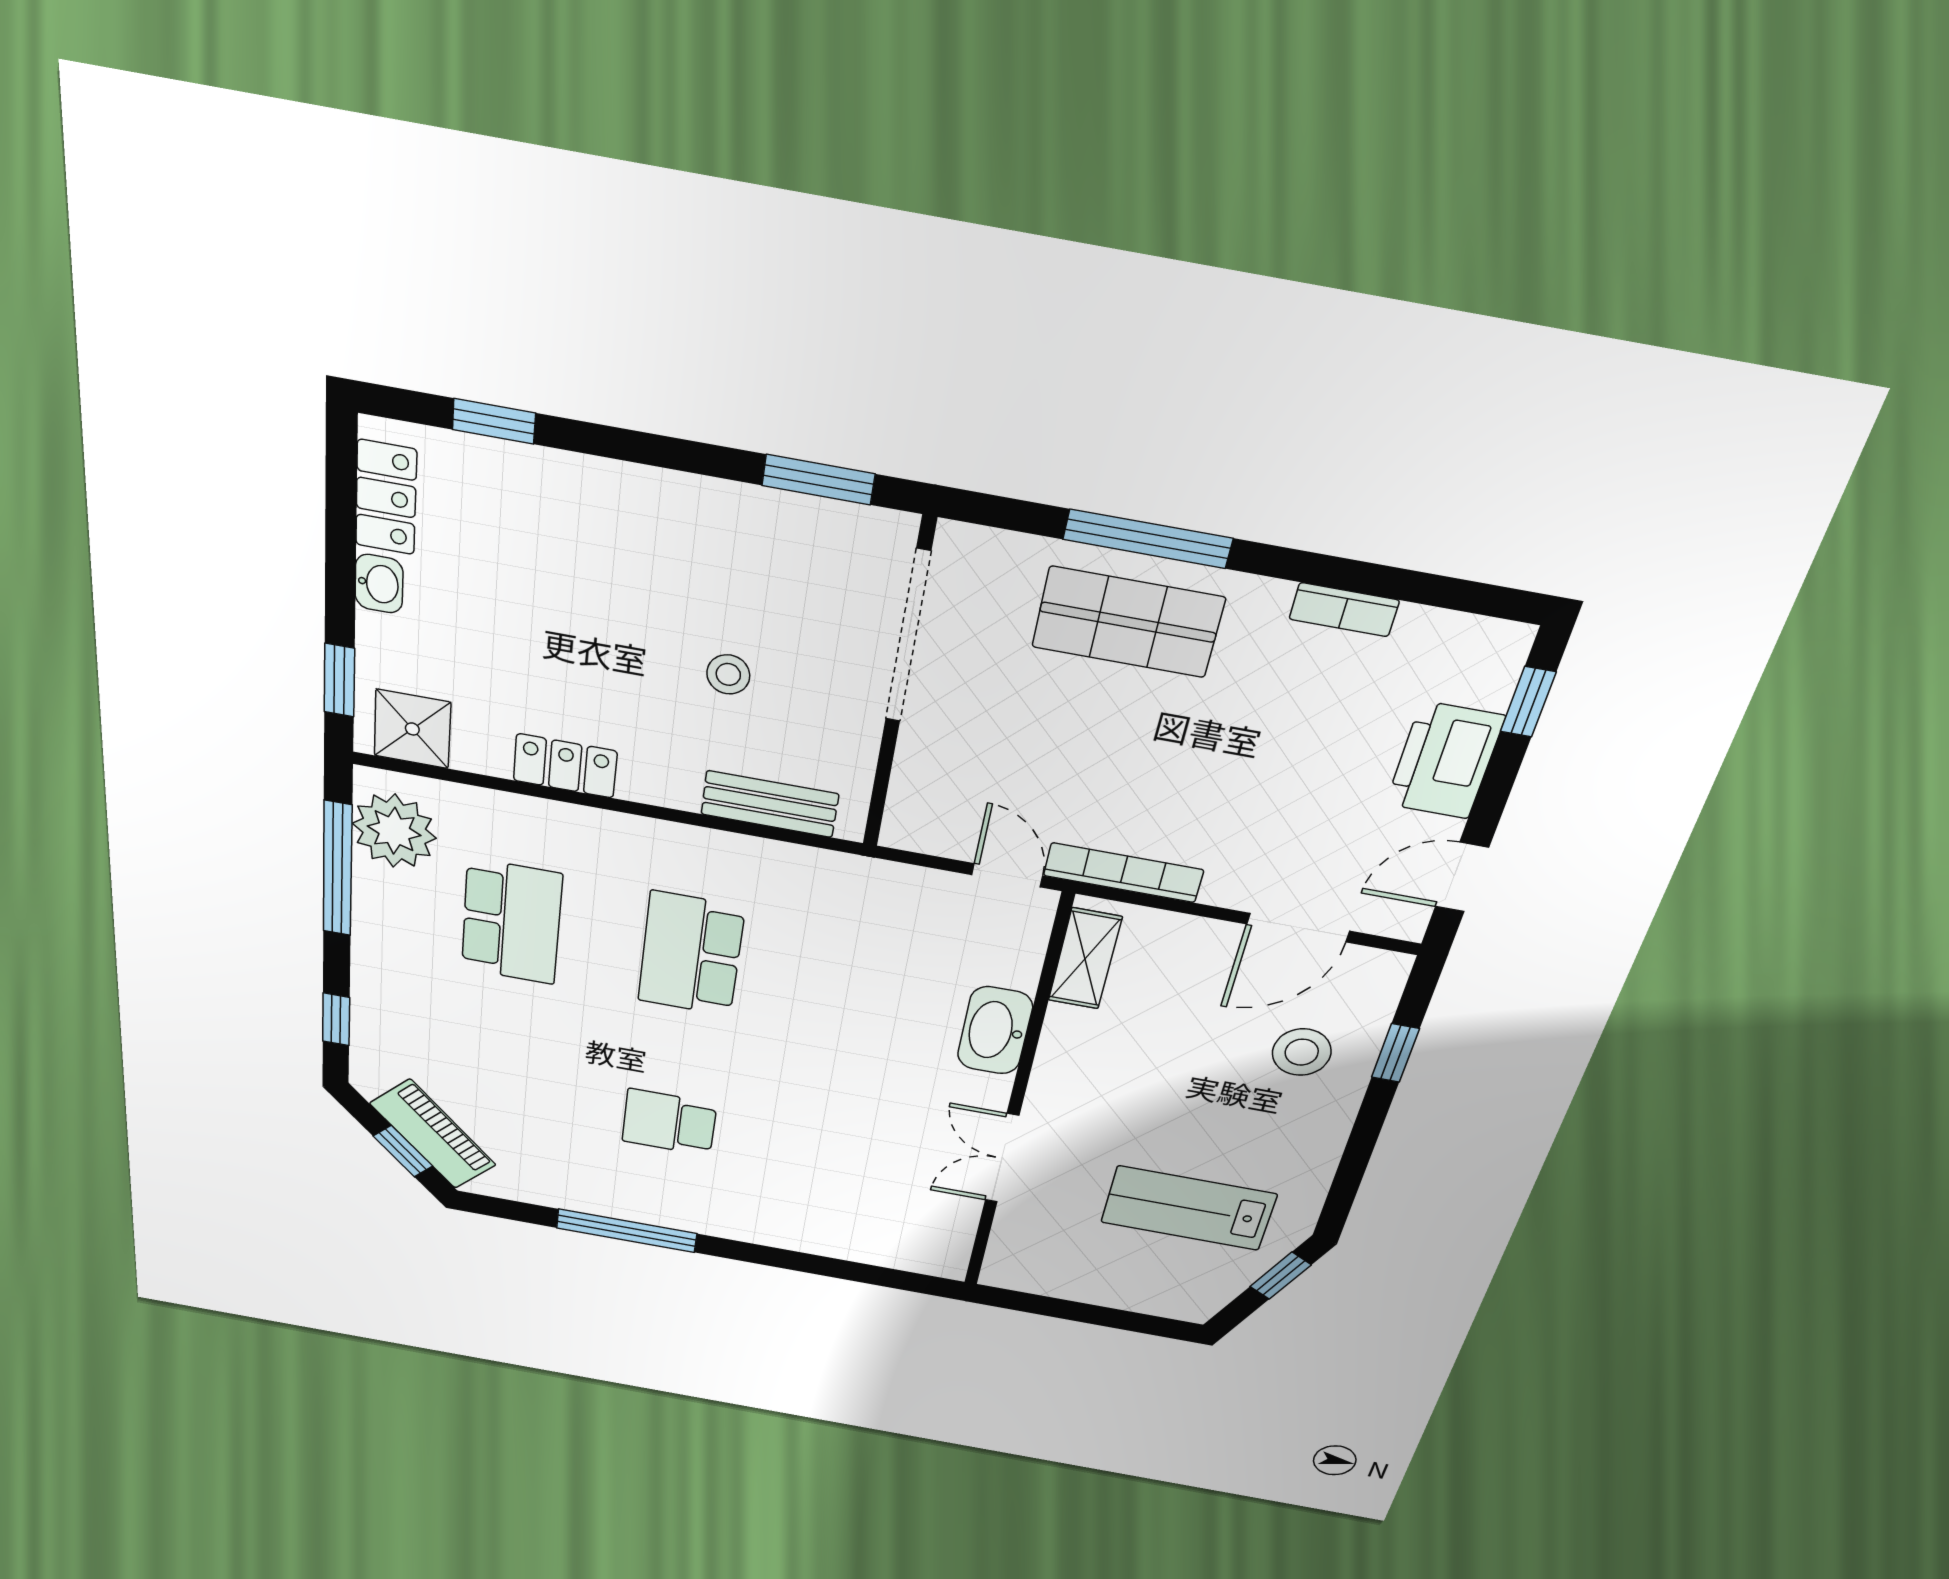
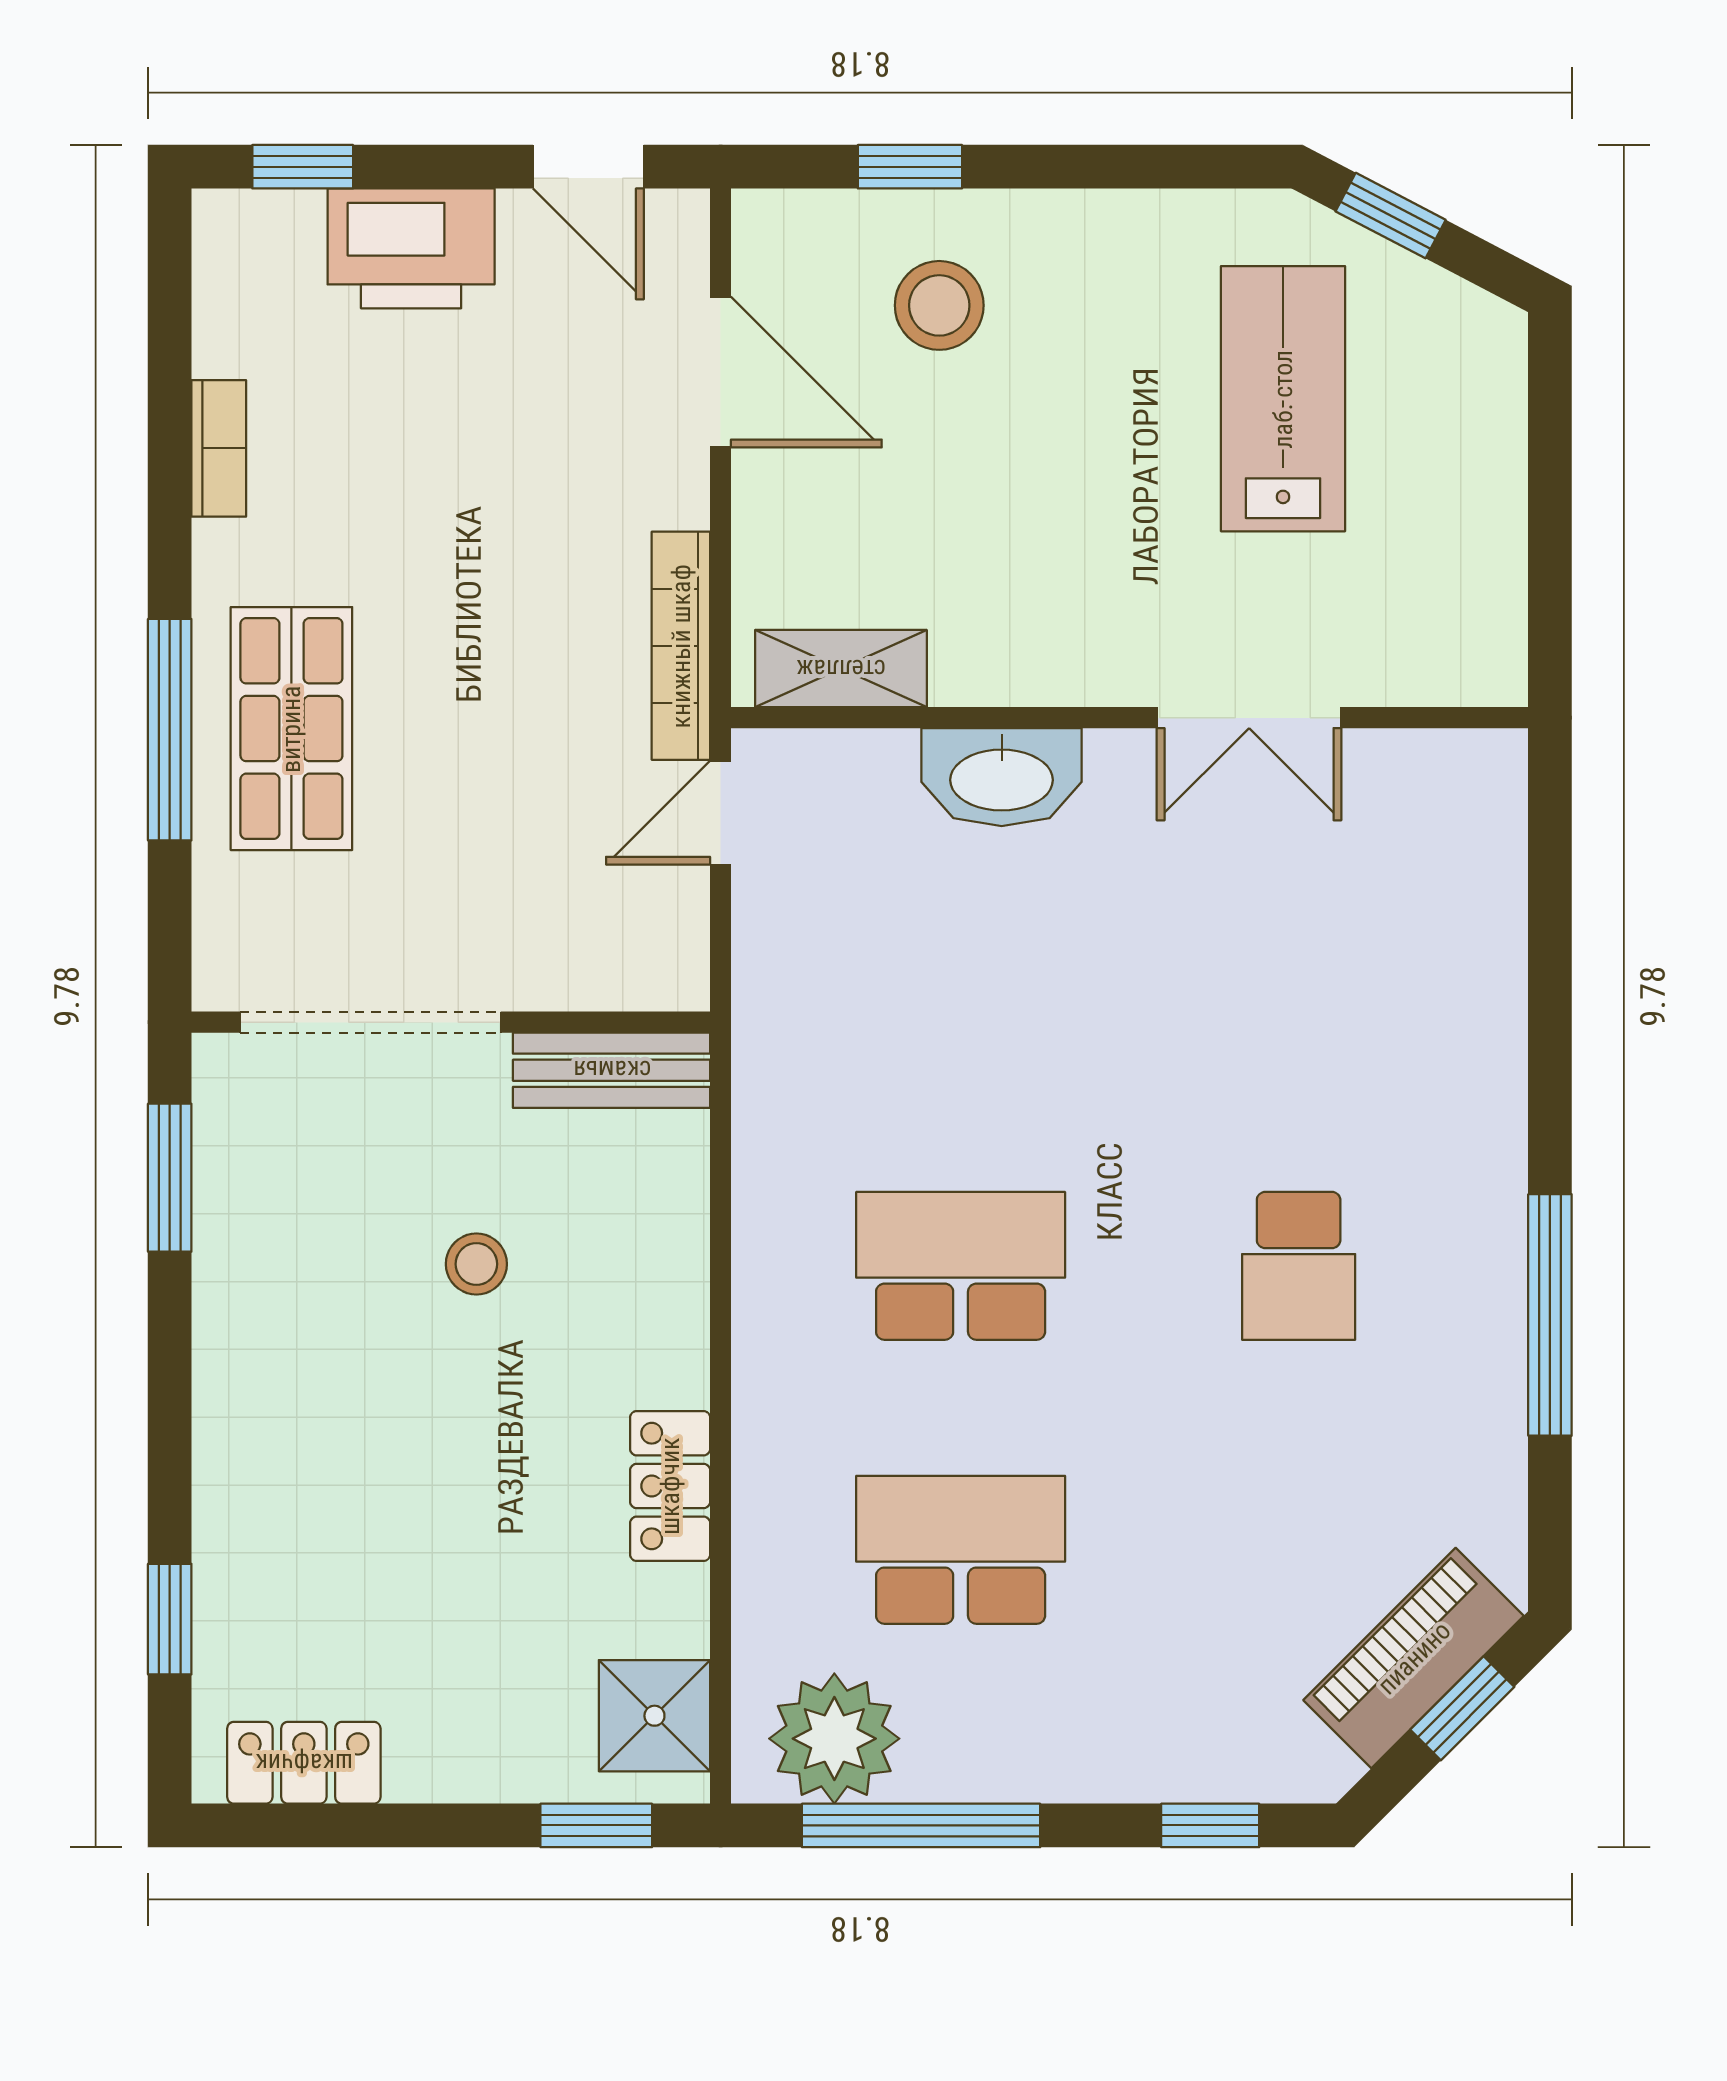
washbasin: (379, 584) -> (434, 1770), removed
bench: (770, 804) -> (612, 1070), moved, turned 90
school desk: (691, 954) -> (961, 1266), turned 180
lab bench: (1189, 1208) -> (1283, 399), turned 180

